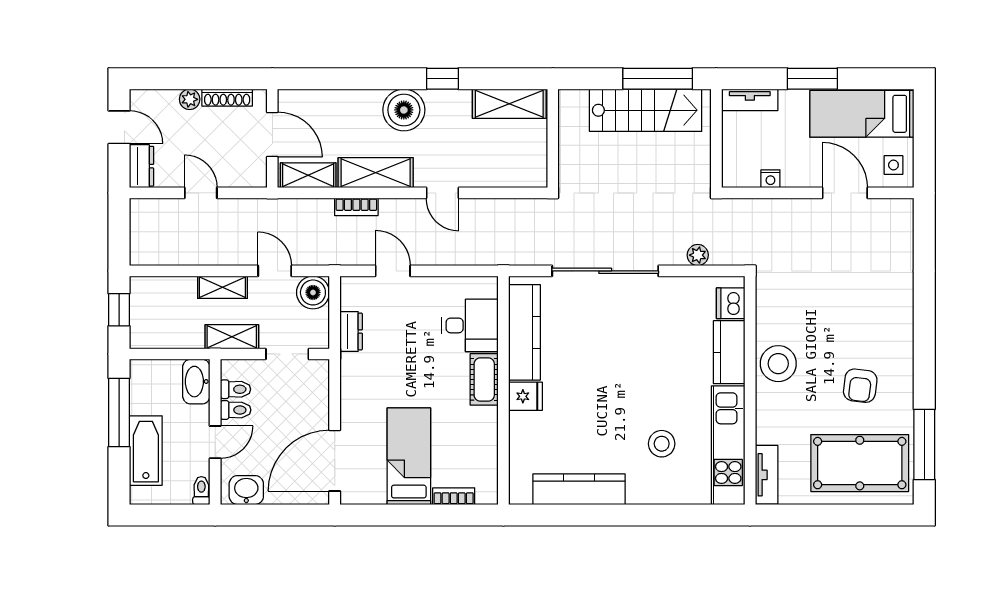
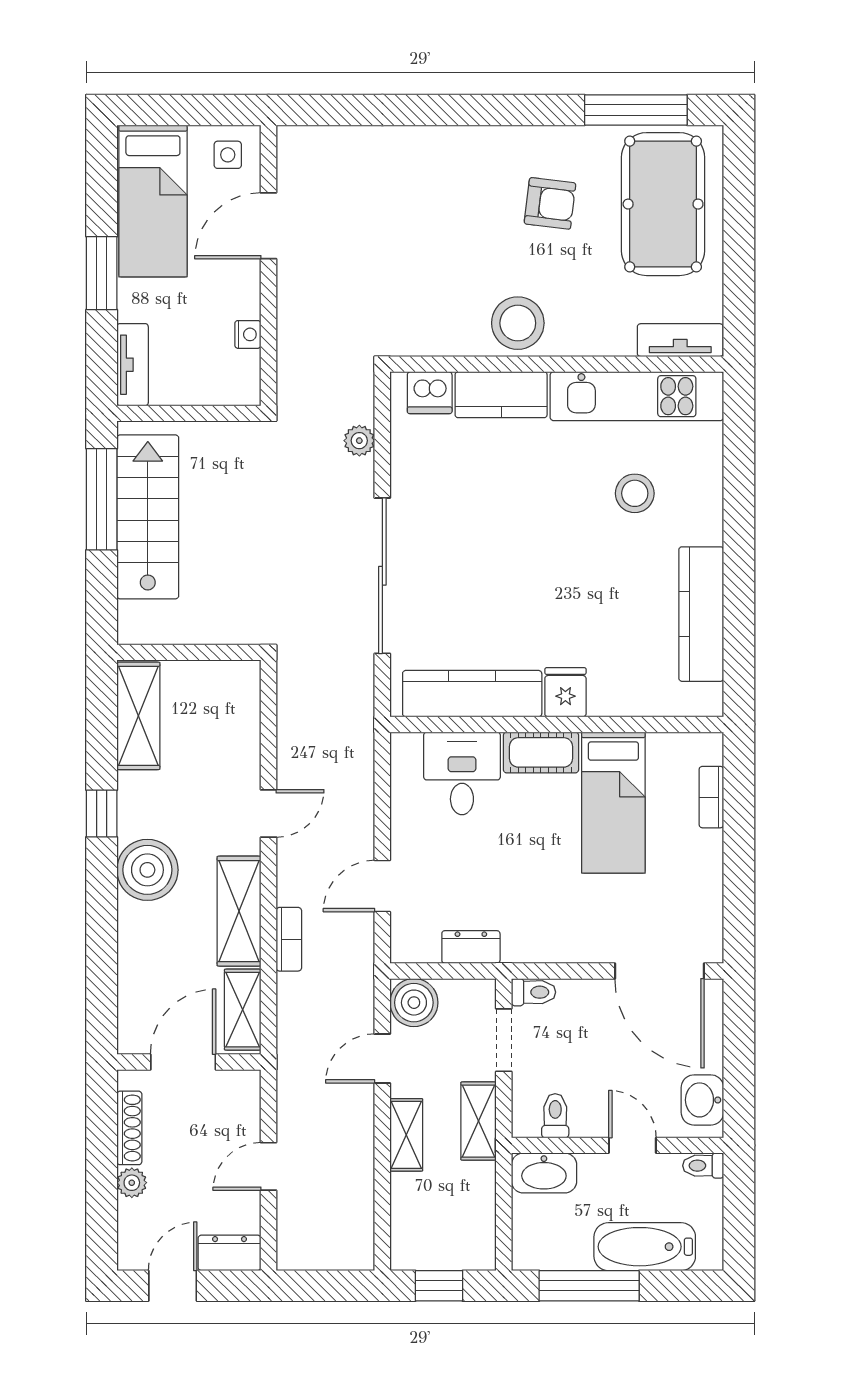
toilet: (236, 410) -> (534, 992), moved, turned 90
bed: (409, 456) -> (613, 803), moved, turned -90

